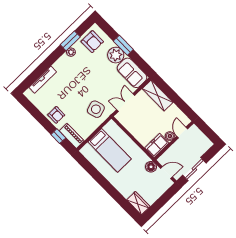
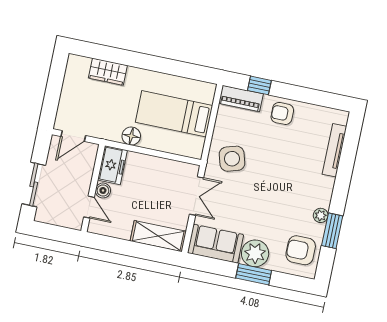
floor lamp: (151, 167) -> (131, 136), moved
sliding door: (194, 169) -> (34, 184), moved
wardrobe: (138, 203) -> (108, 72), moved

